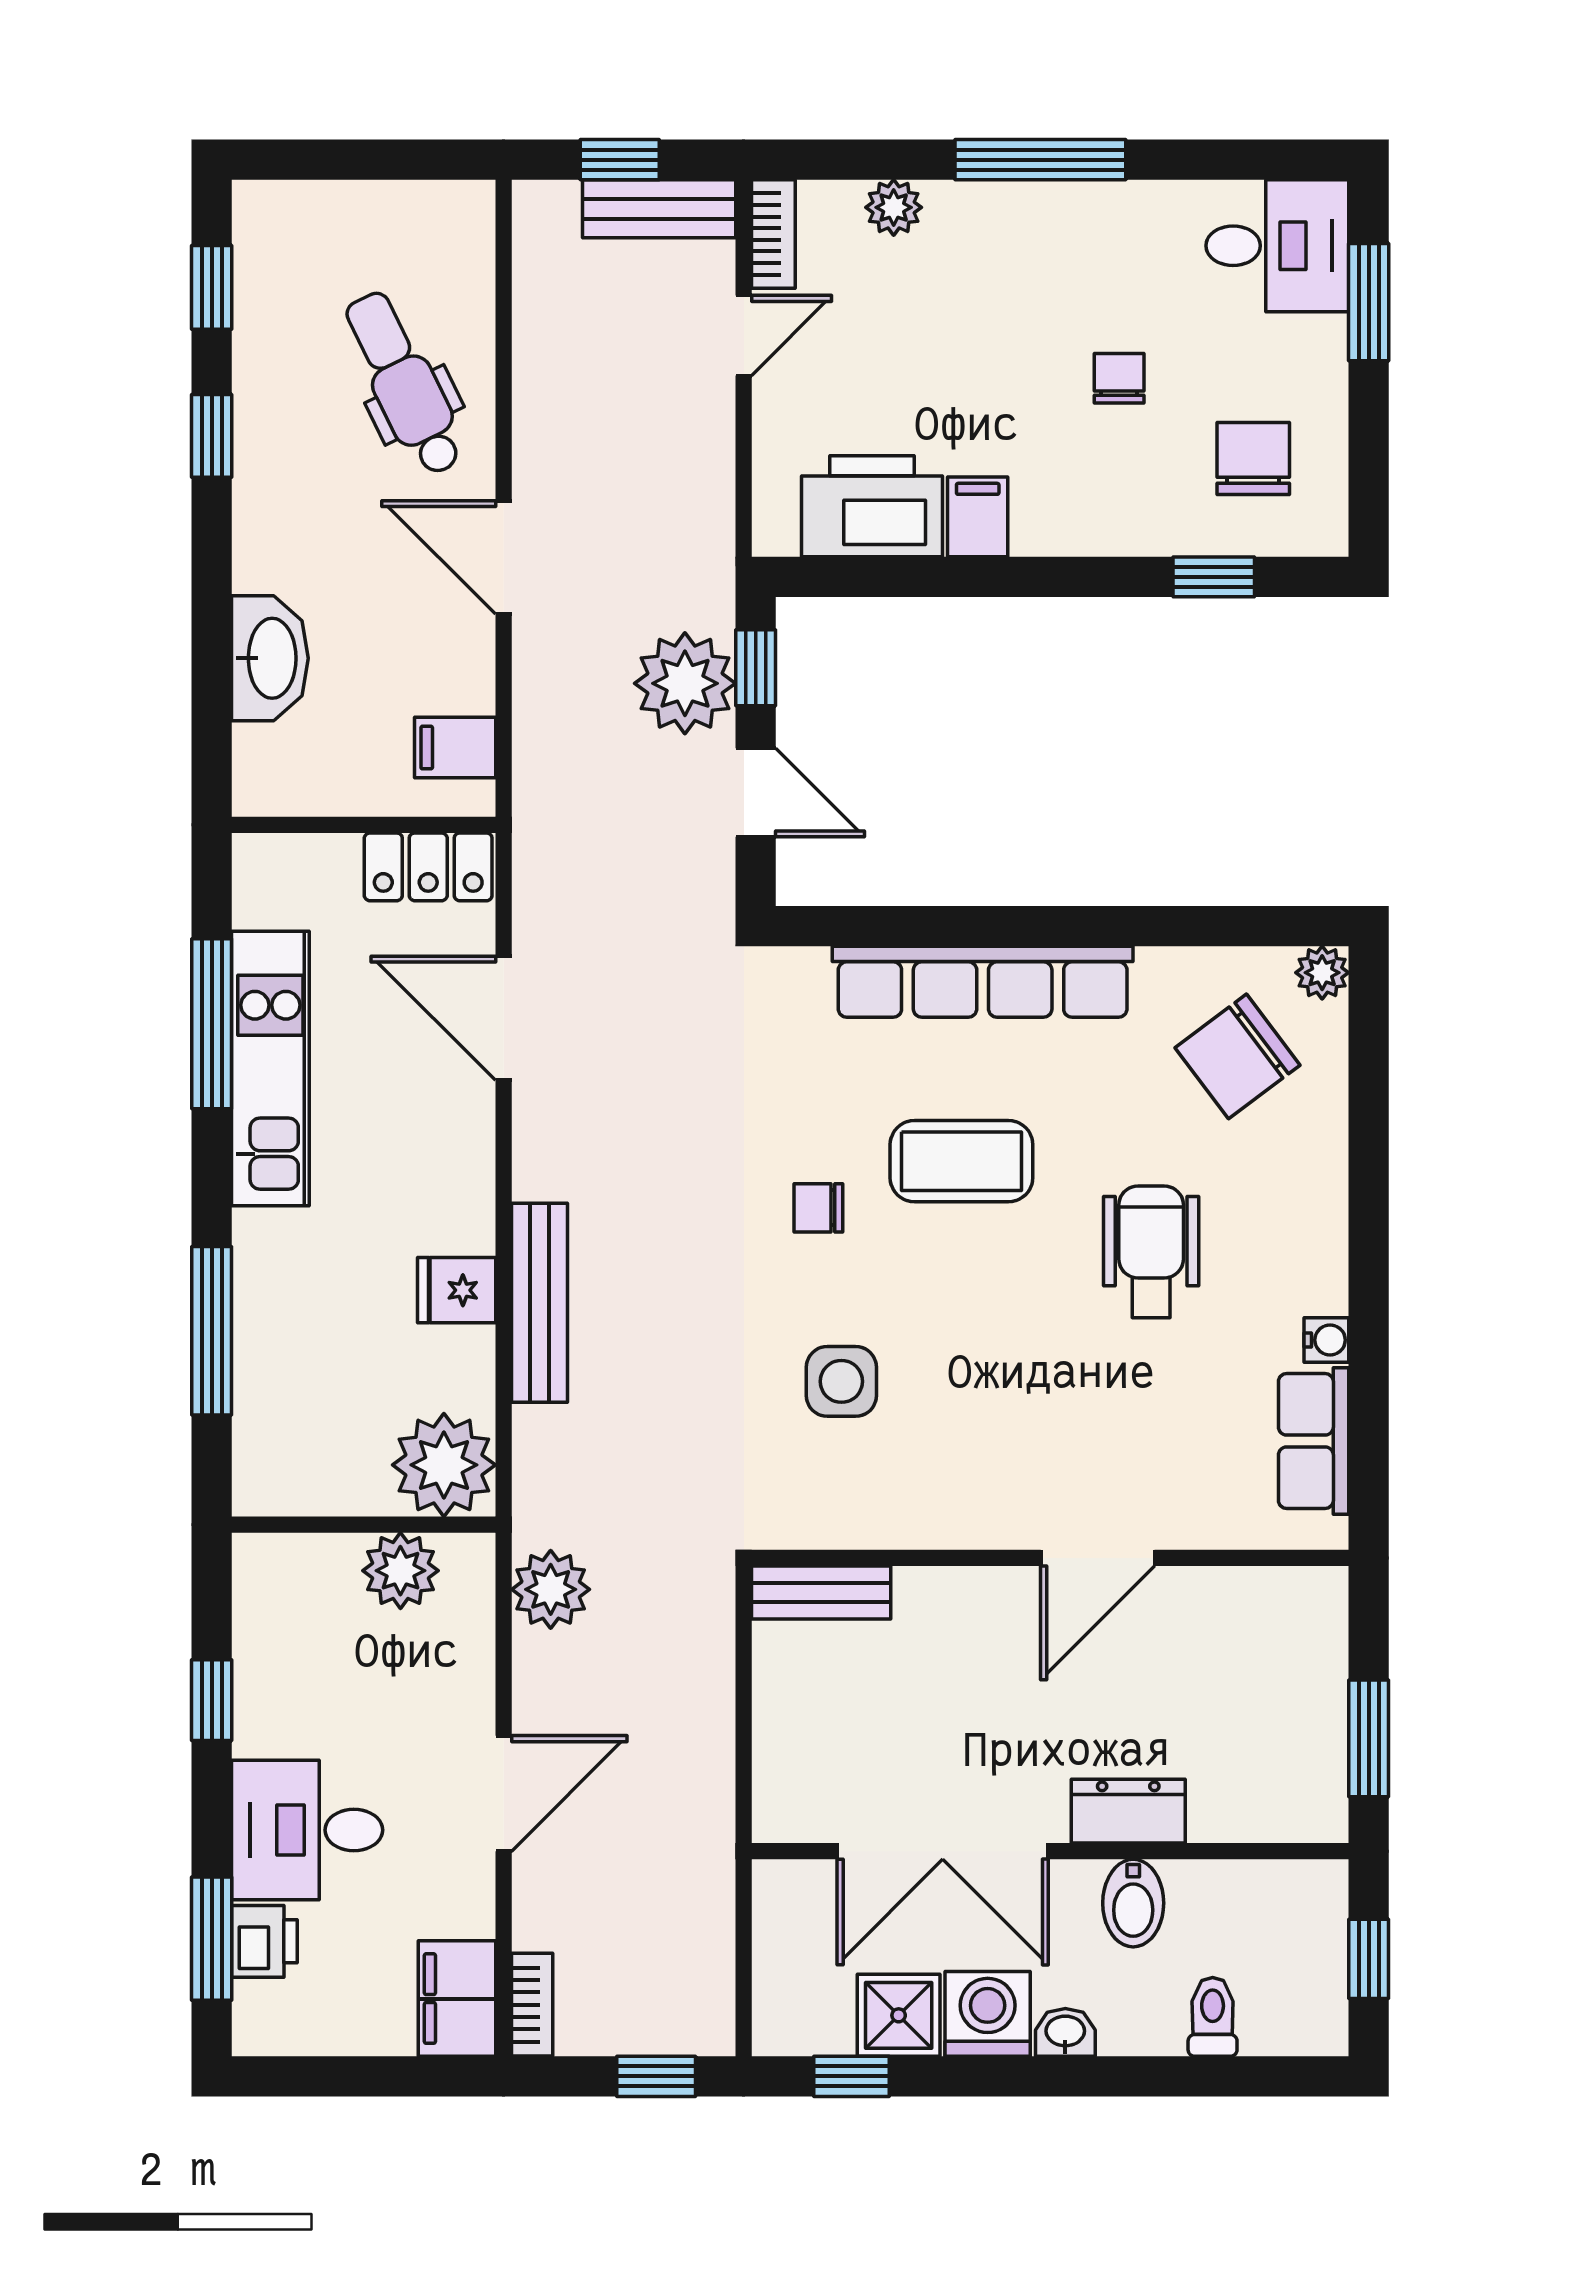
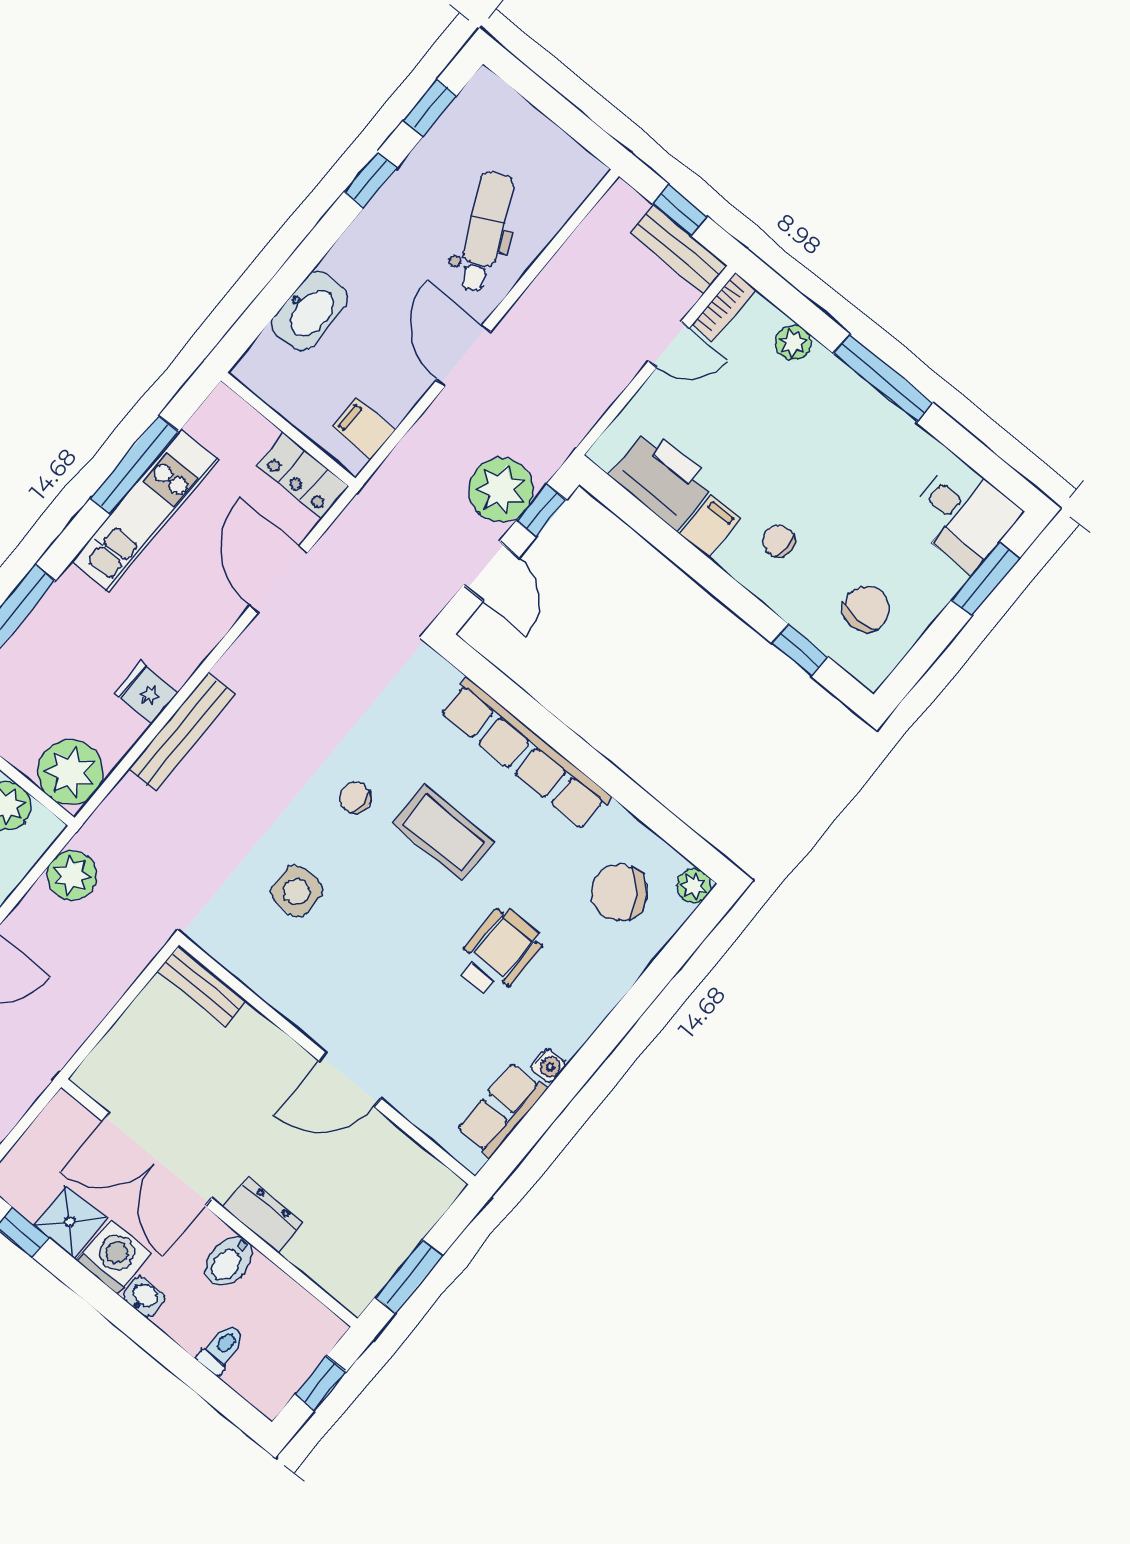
chair: (1119, 378) -> (779, 541), moved, turned -90

